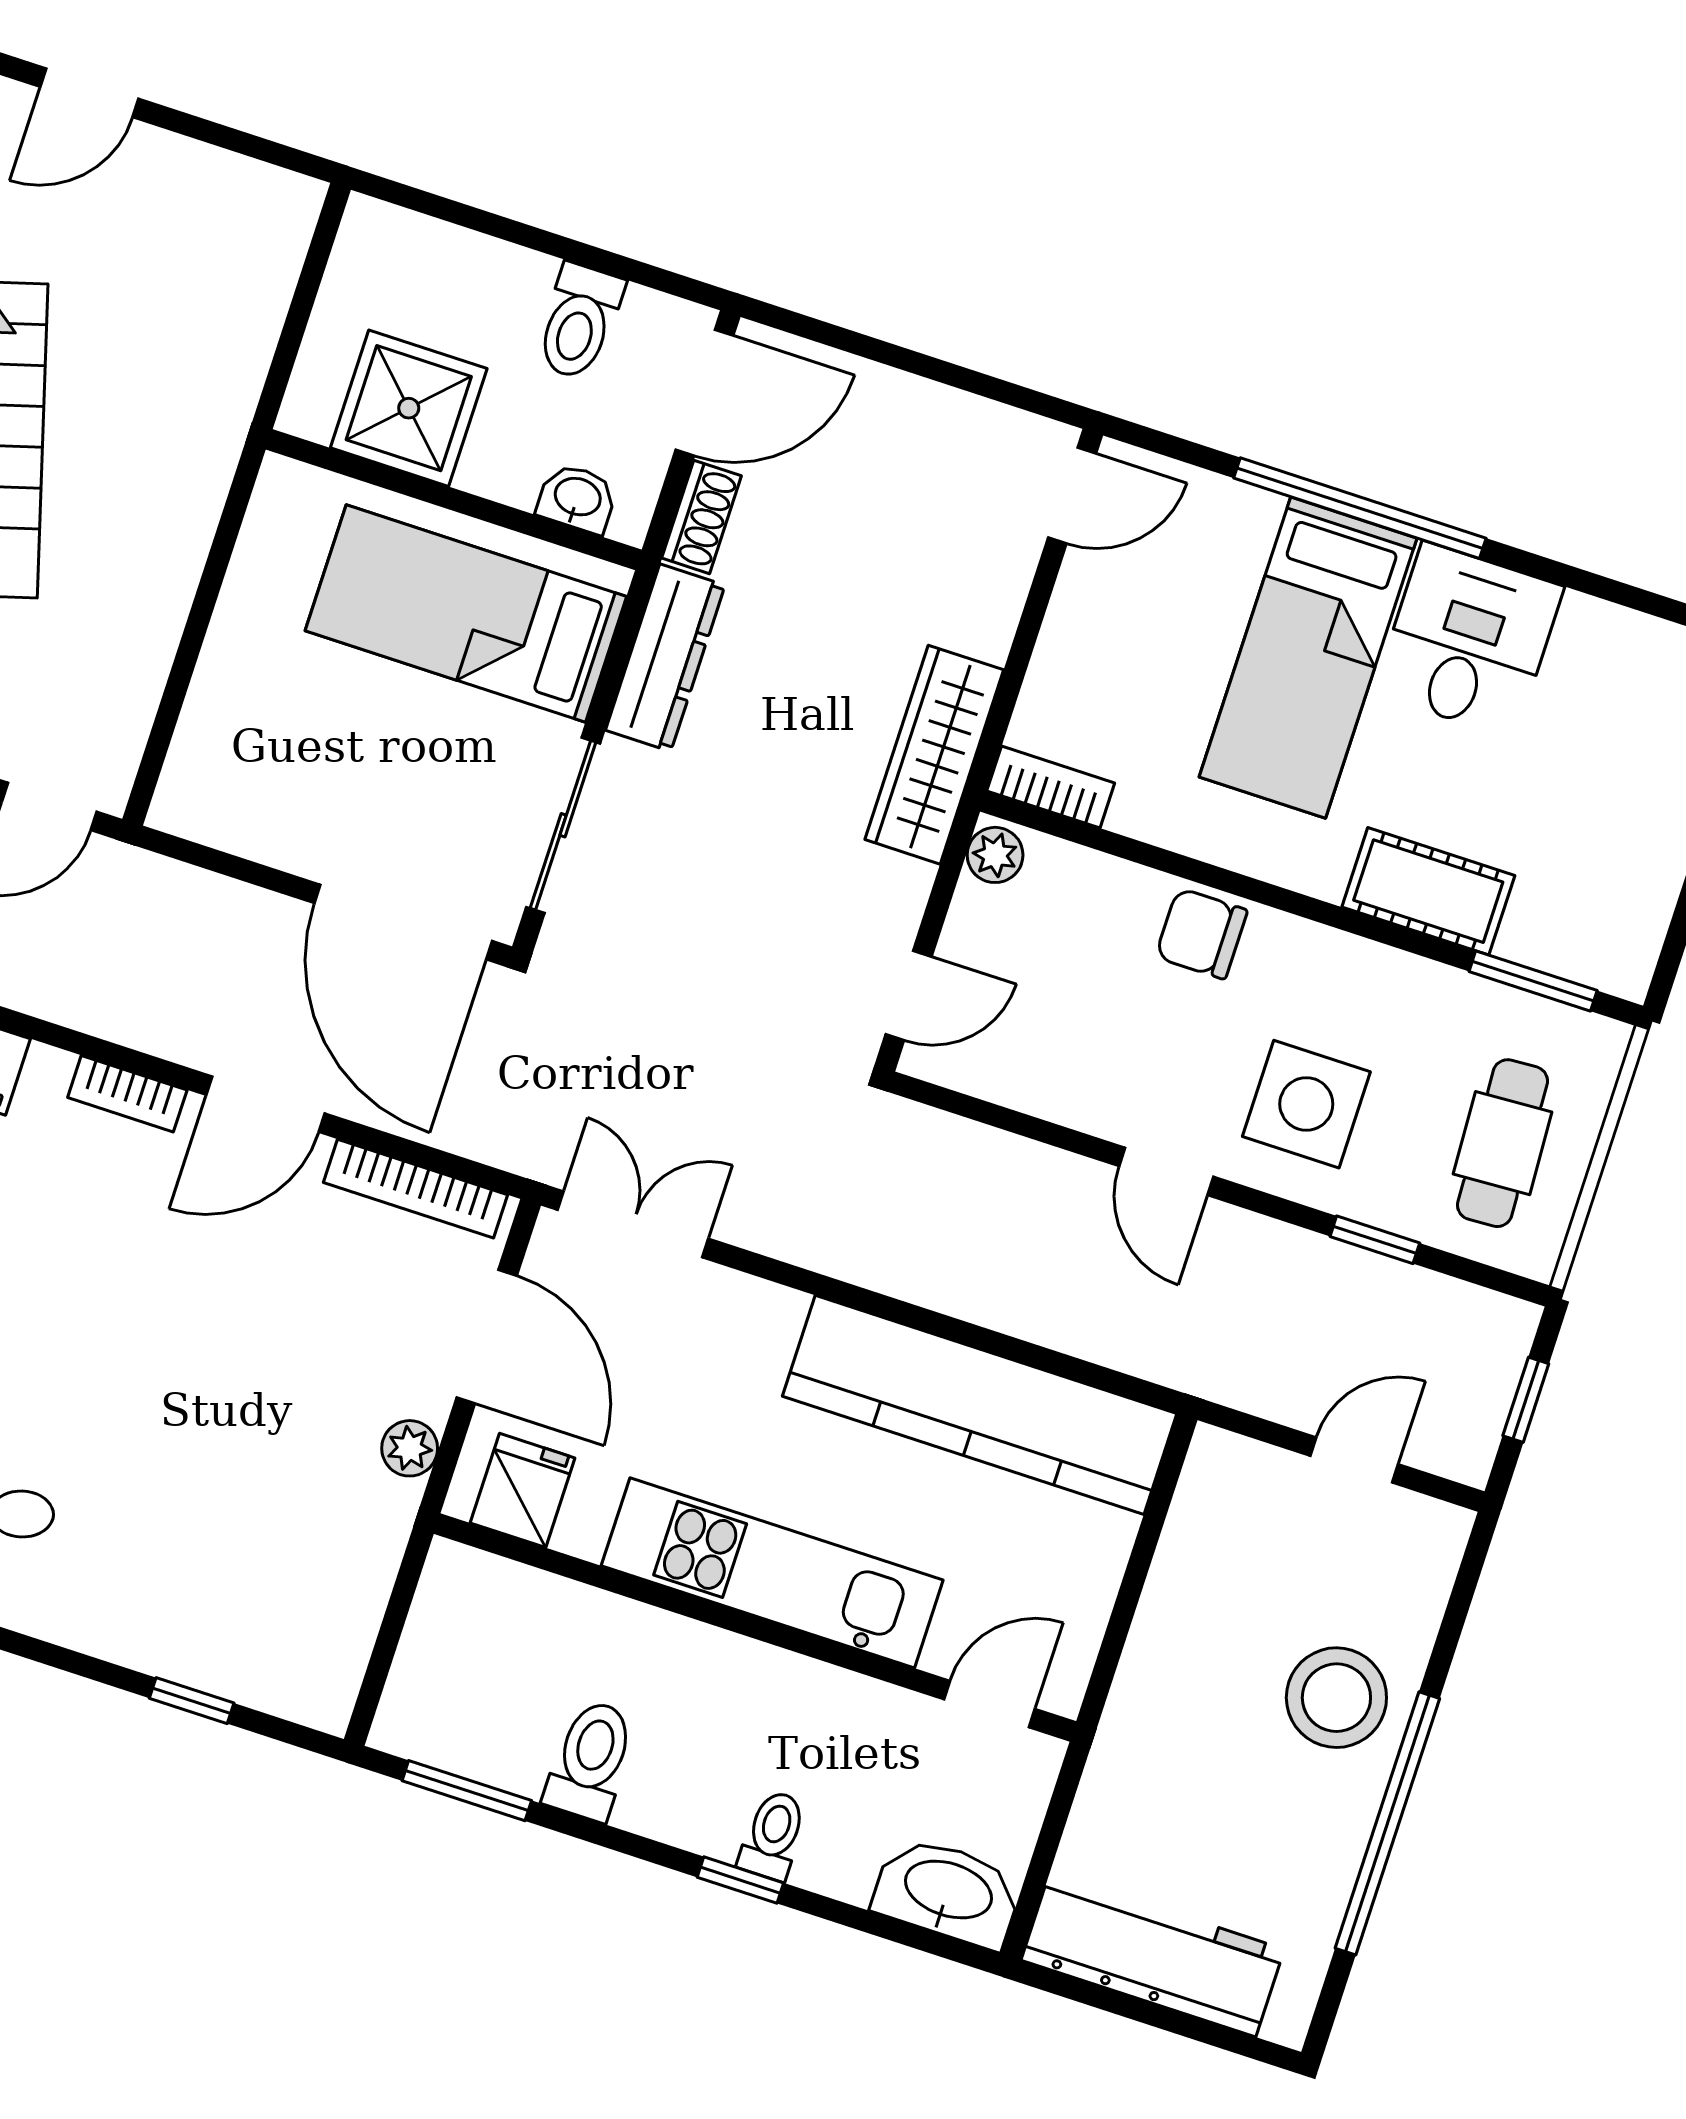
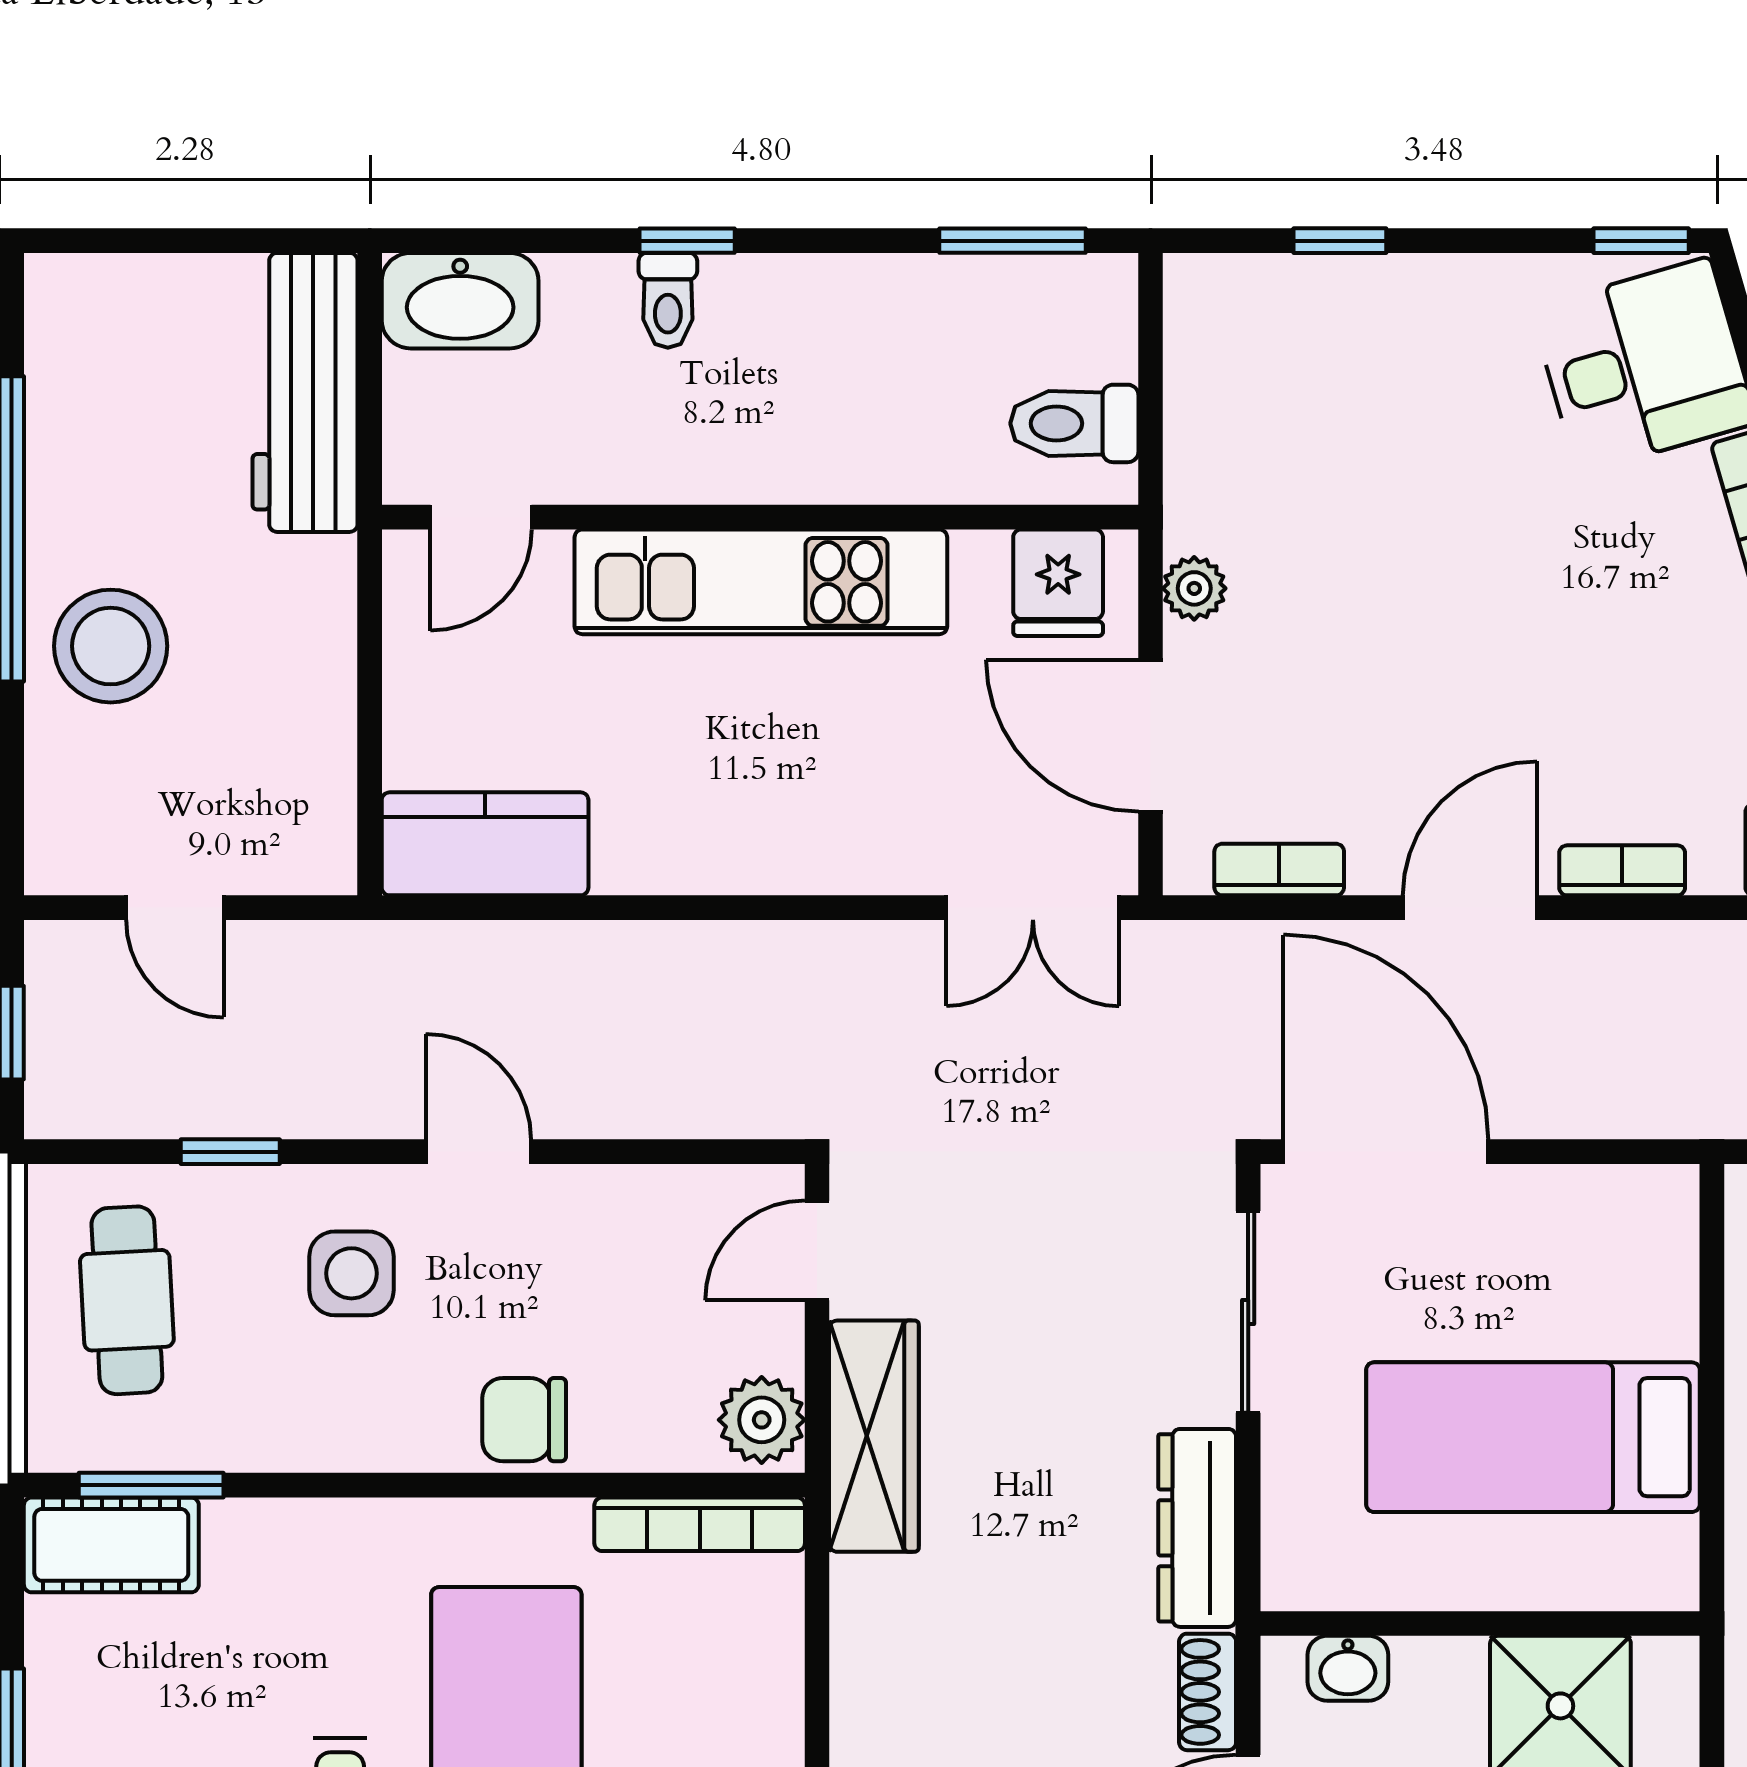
bed: (466, 614) -> (1533, 1437), moved, turned 180
wardrobe: (934, 755) -> (874, 1436), moved
bookcase: (1051, 787) -> (700, 1524), width x1.56
plant: (995, 855) -> (762, 1420), width x1.38, depth x1.38
cot: (1428, 891) -> (111, 1545), moved
chair: (1201, 934) -> (524, 1420), turned 180
side table: (1306, 1104) -> (351, 1273), width x0.73, depth x0.73
bookcase: (415, 1189) -> (1279, 870), width x0.64
kitchen counter: (980, 1405) -> (485, 844), width x0.48, depth x0.86
door: (1354, 1460) -> (175, 908), hinge flipped
toilet: (591, 1760) -> (1074, 423), moved, turned 90
workbench: (1153, 1955) -> (305, 392), moved, turned 90

